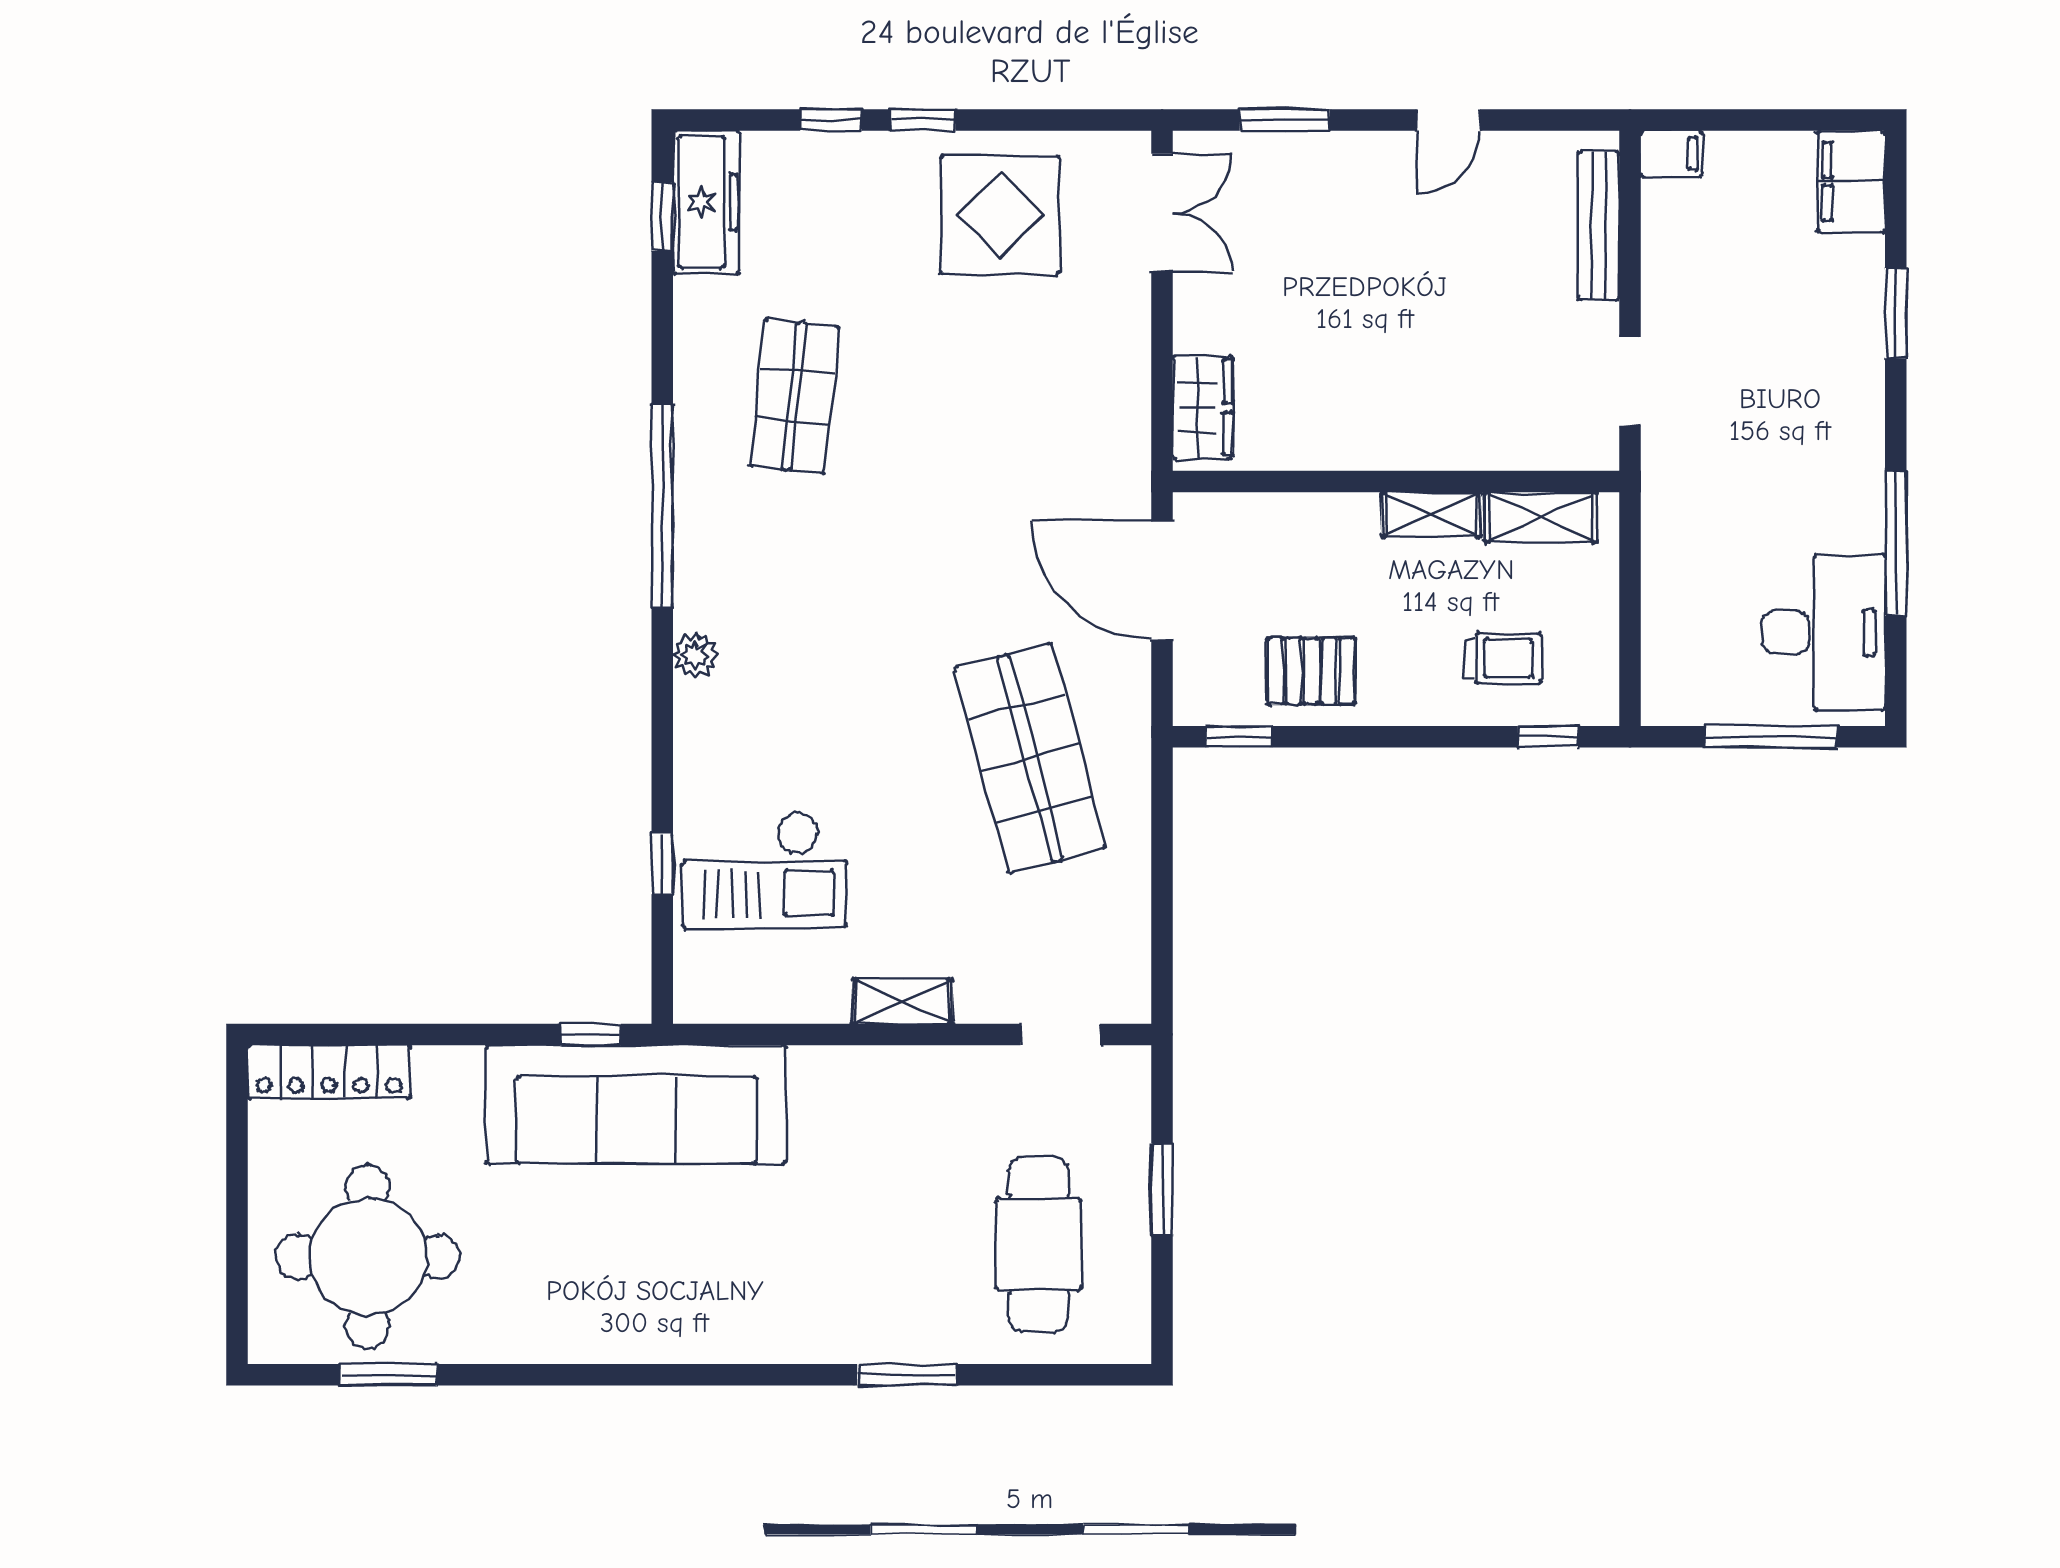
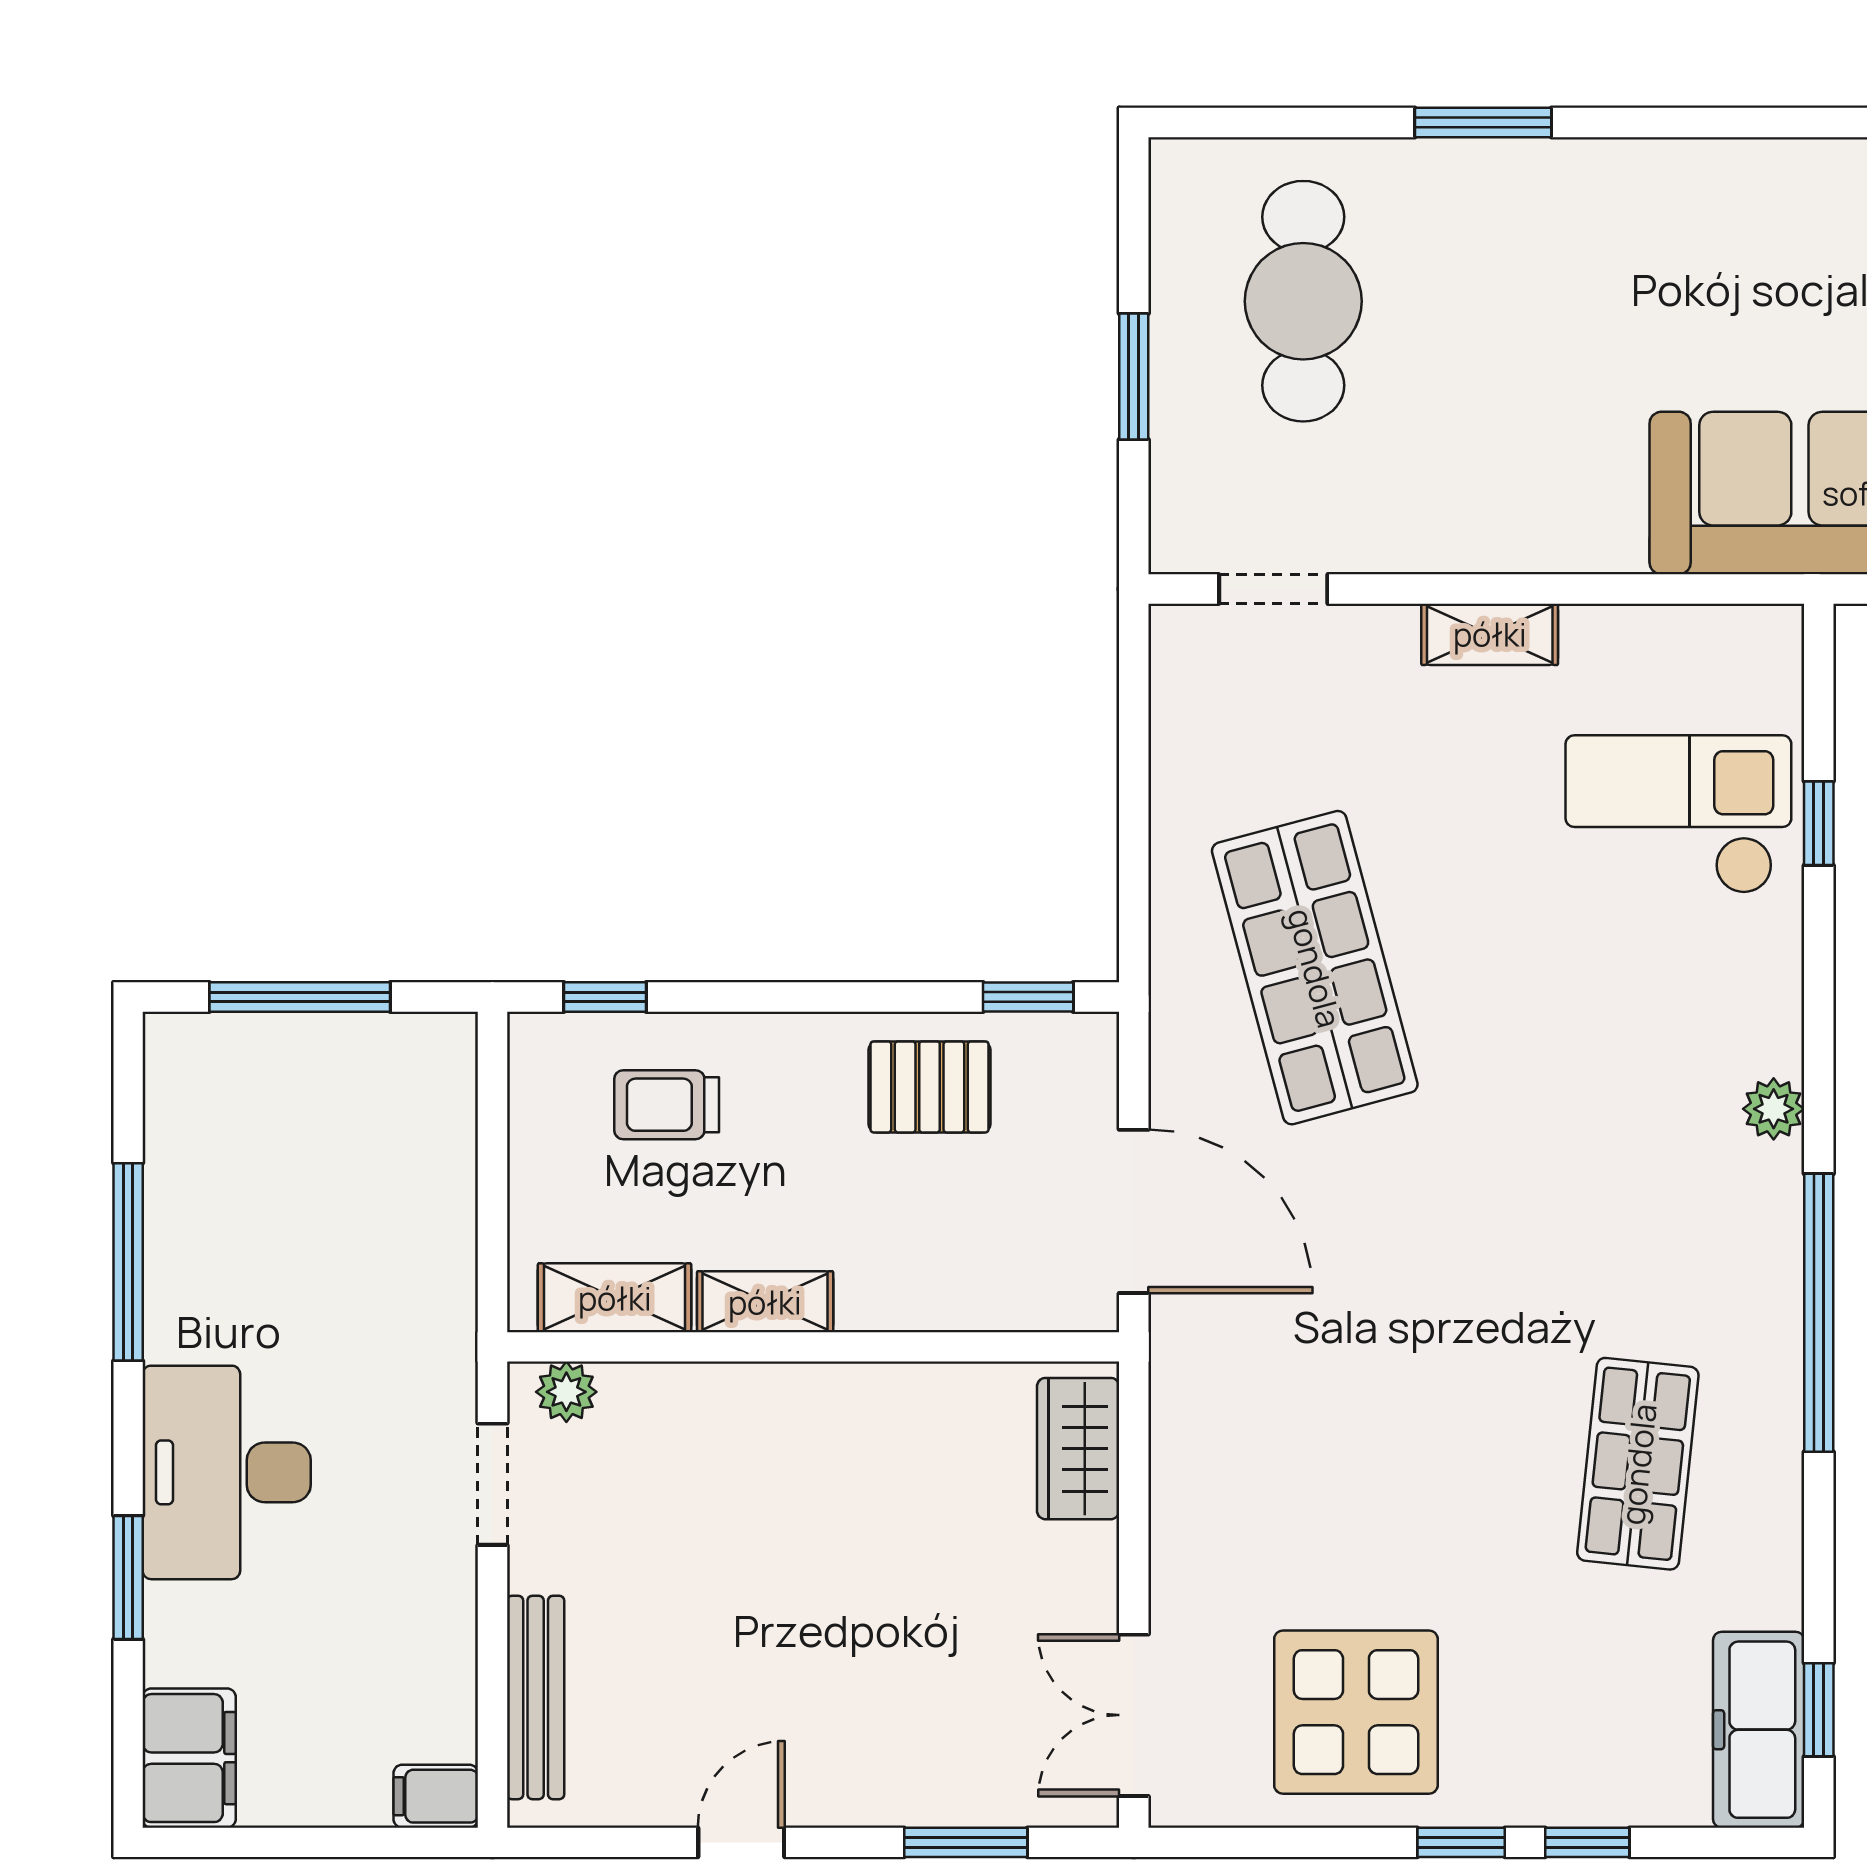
plant: (1576, 449) -> (566, 1392), added
desk: (1824, 632) -> (227, 1472), moved

